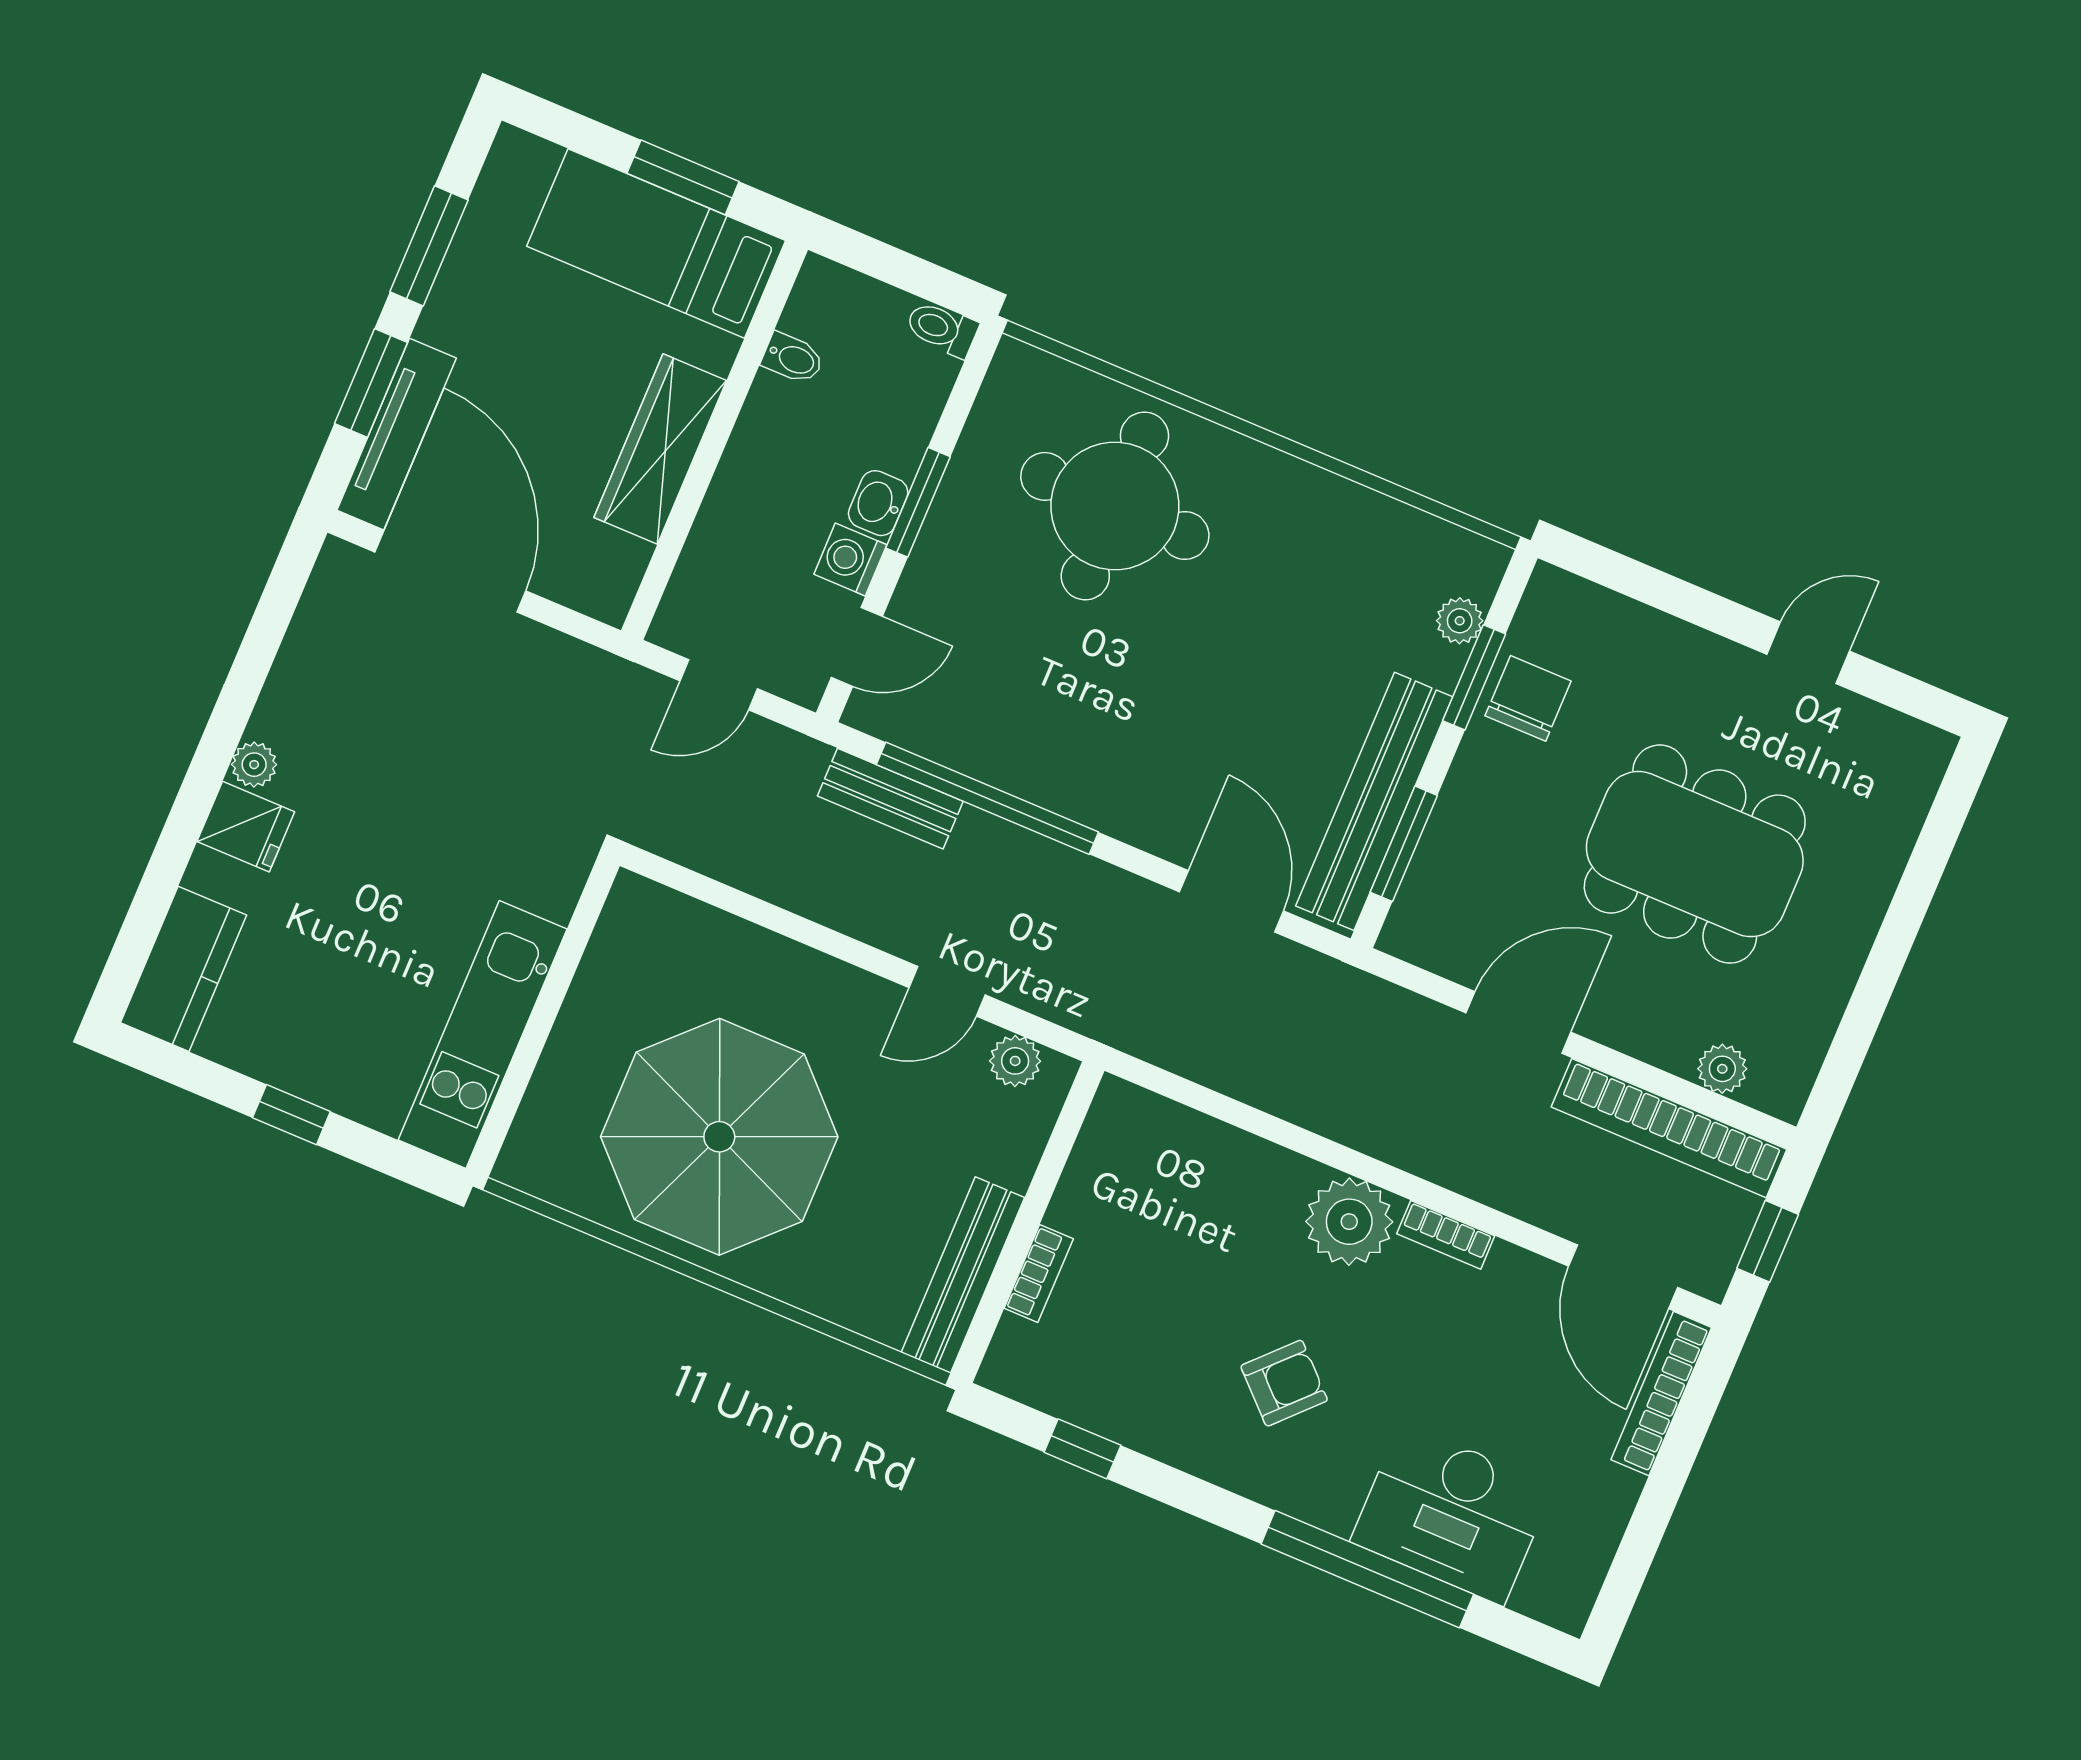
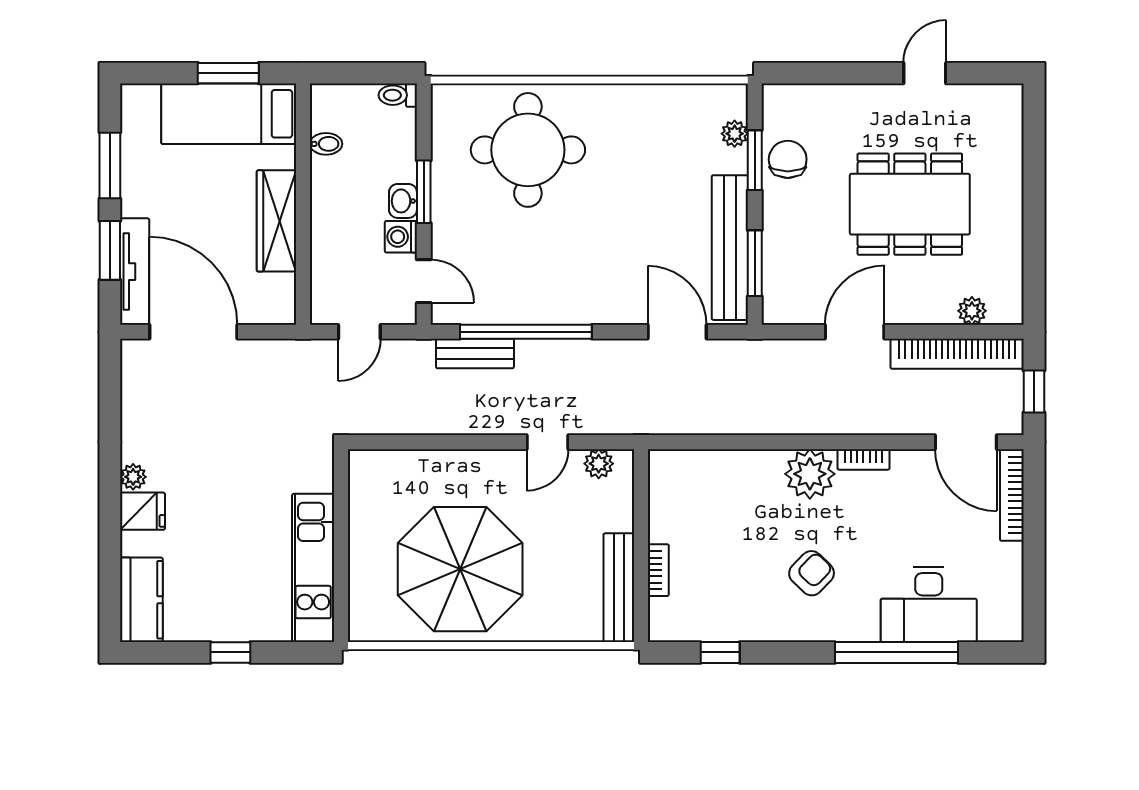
door: (857, 647) -> (424, 281), hinge flipped

